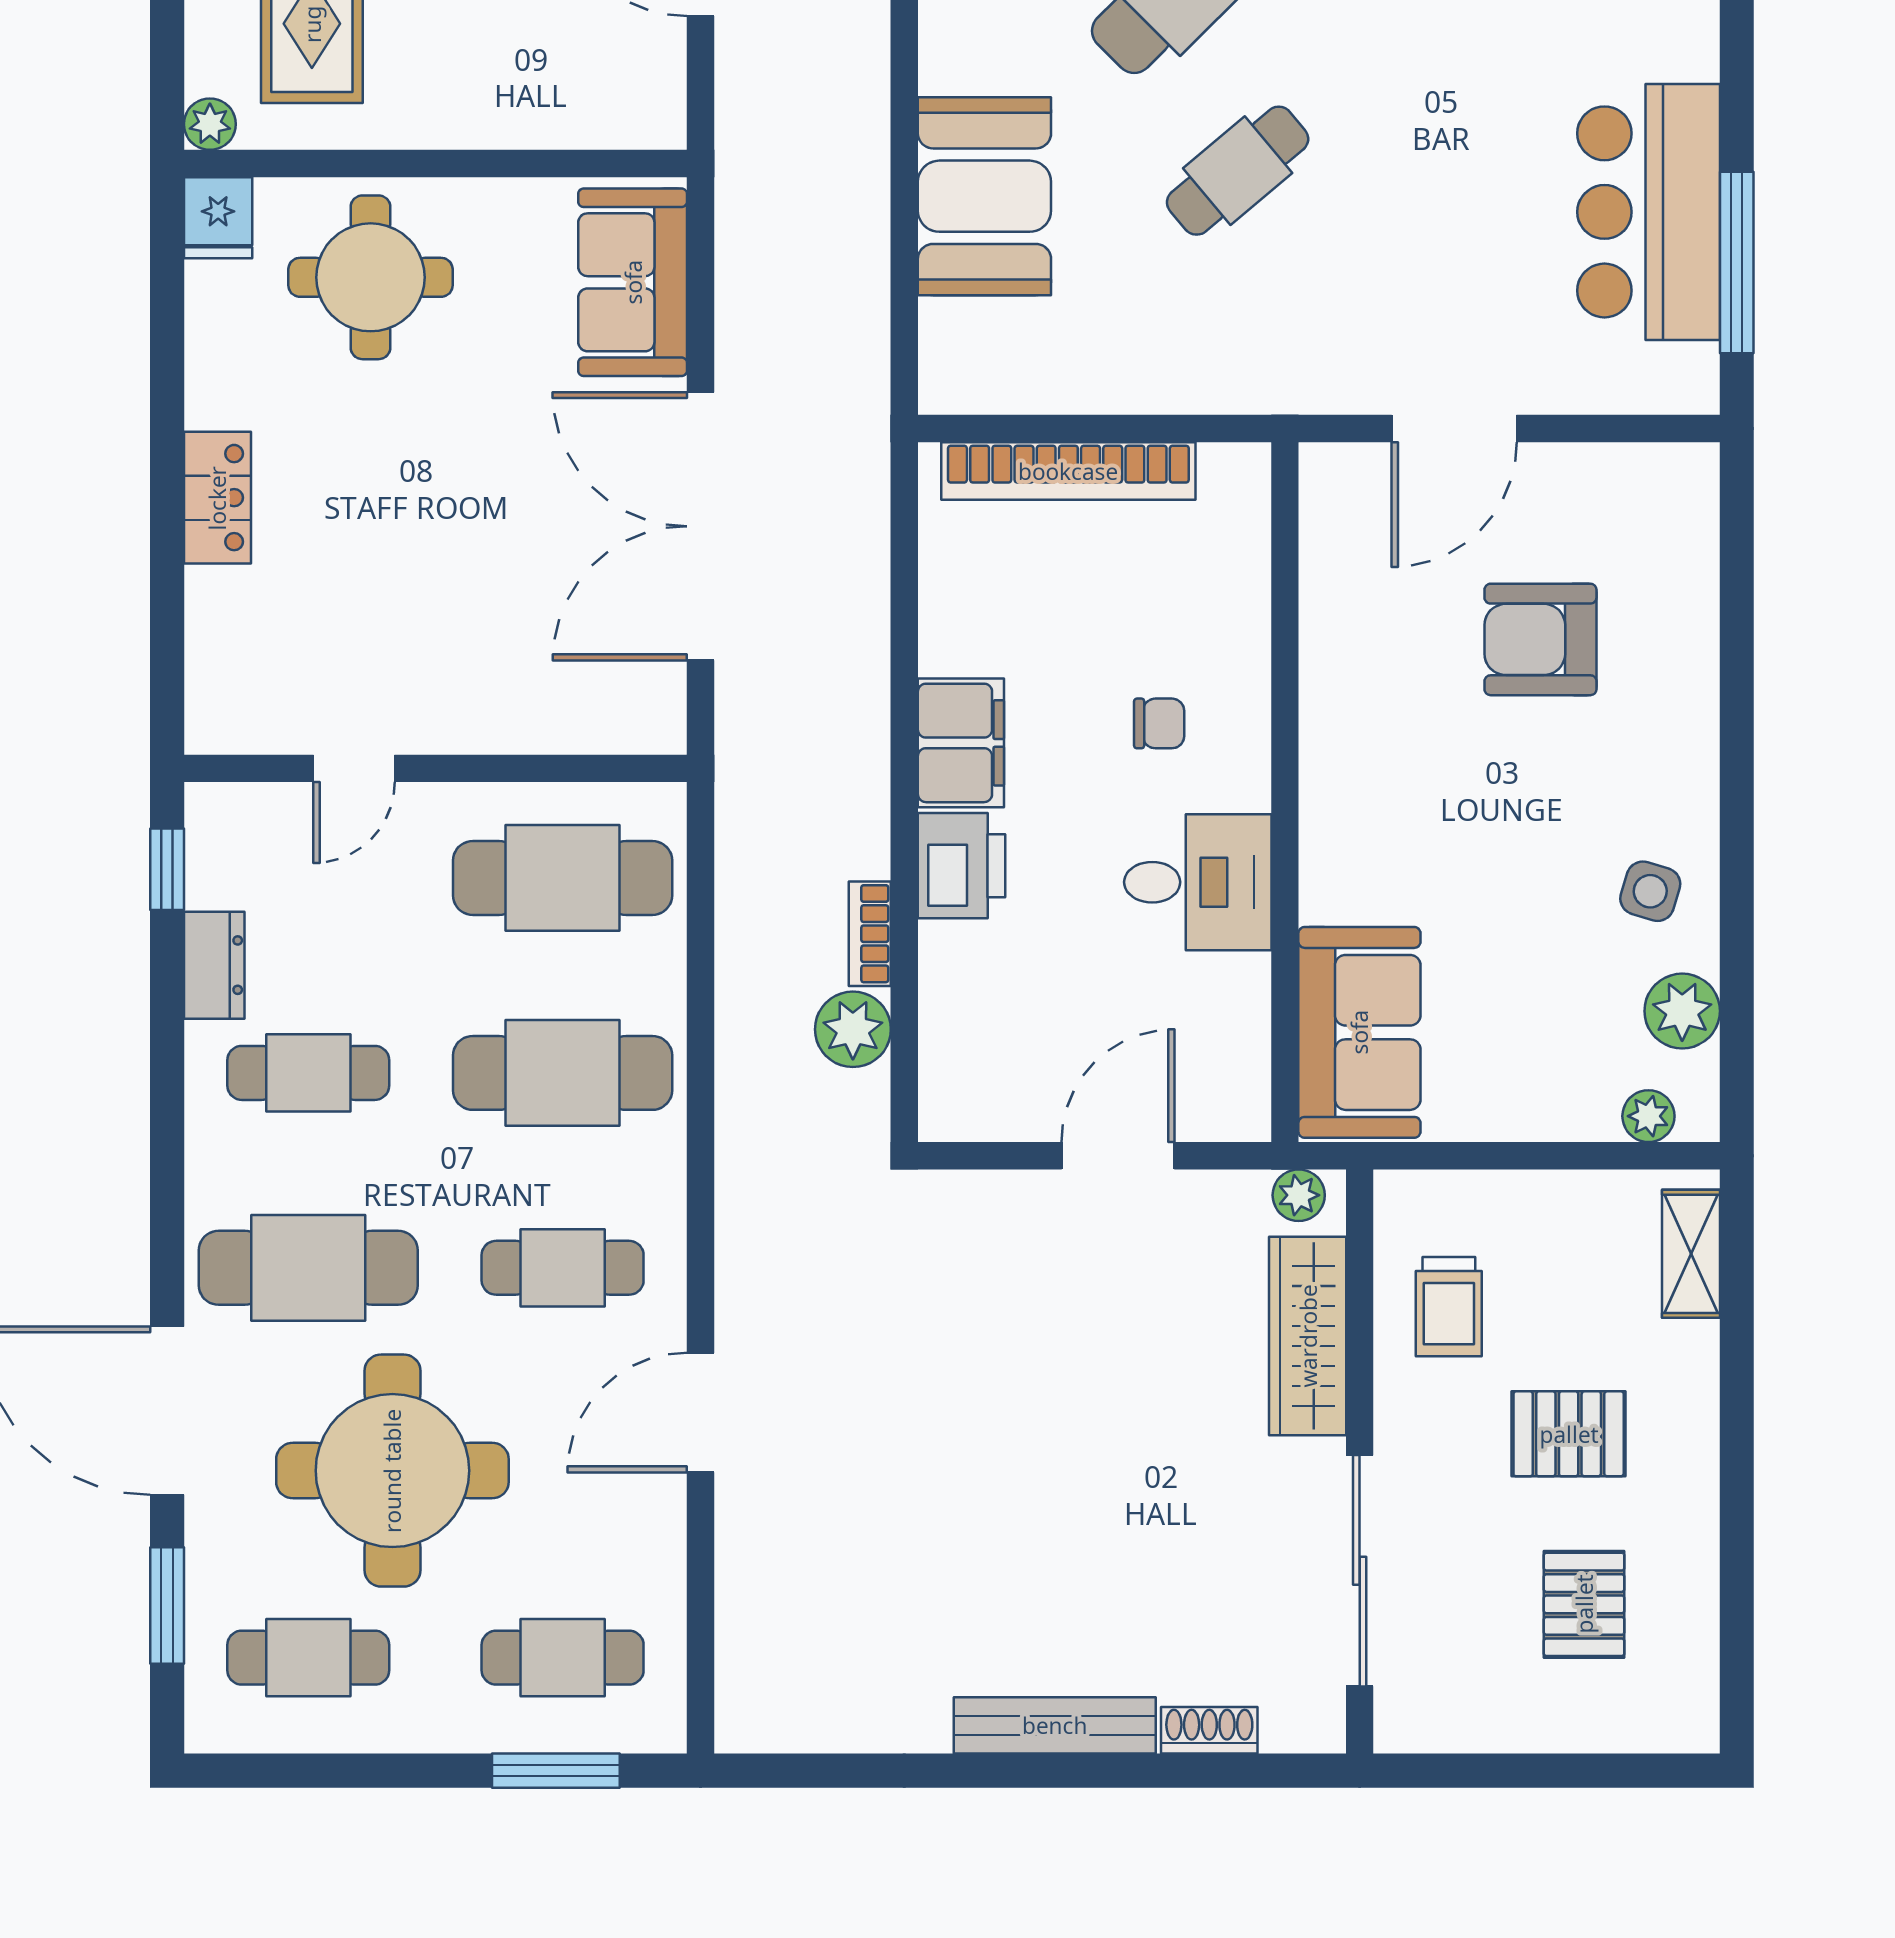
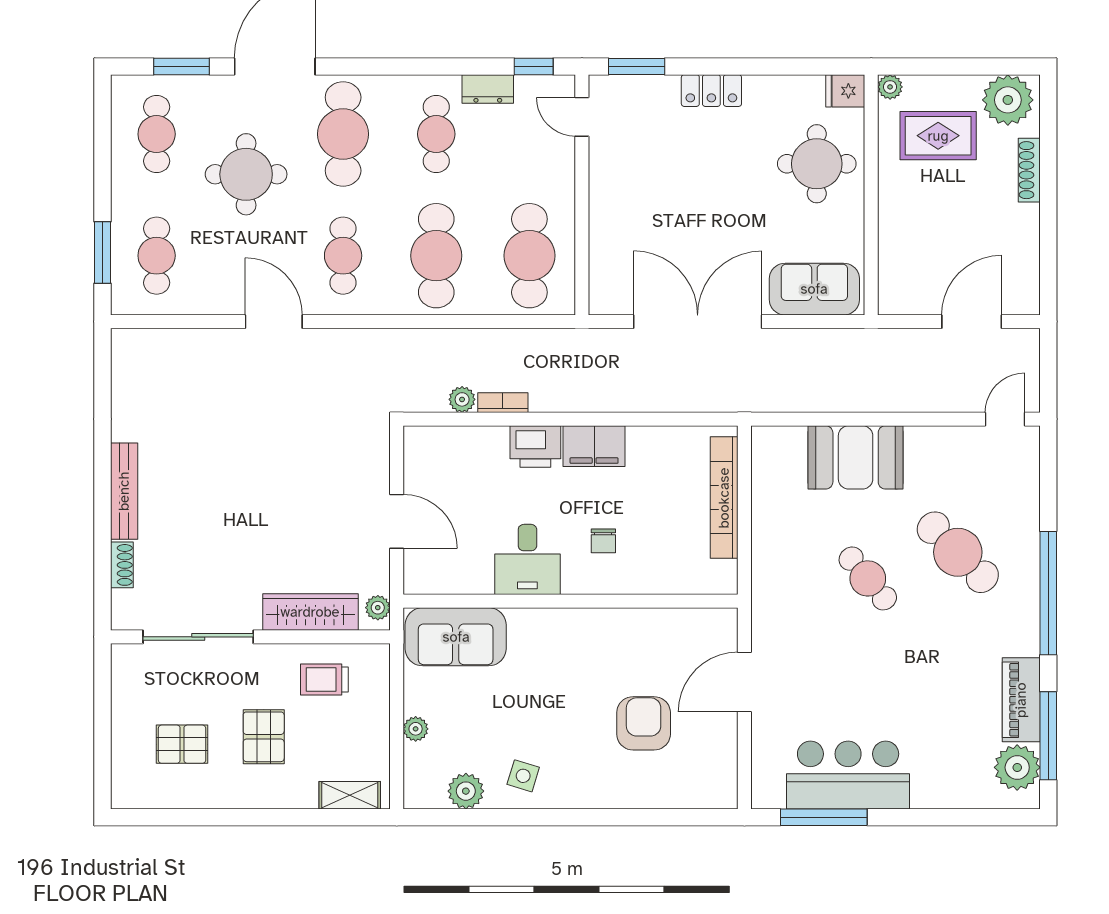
door: (1454, 429) -> (744, 682), hinge flipped
window: (167, 654) -> (637, 66), added
door: (354, 768) -> (582, 117), moved
plant: (853, 1029) -> (462, 399), width x0.73, depth x0.73
plant: (1648, 1116) -> (416, 729), moved
round table: (392, 1471) -> (246, 174), width x0.73, depth x0.73

